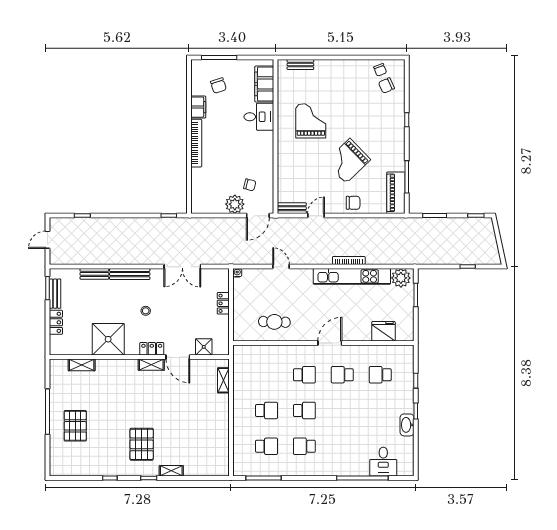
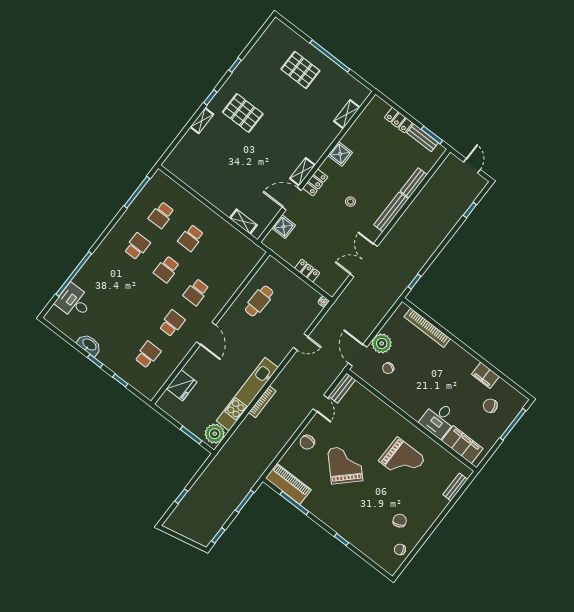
chair: (386, 85) -> (400, 521), moved
bookcase: (196, 143) -> (427, 328), moved
shower: (108, 339) -> (340, 154), width x0.54, depth x0.54

